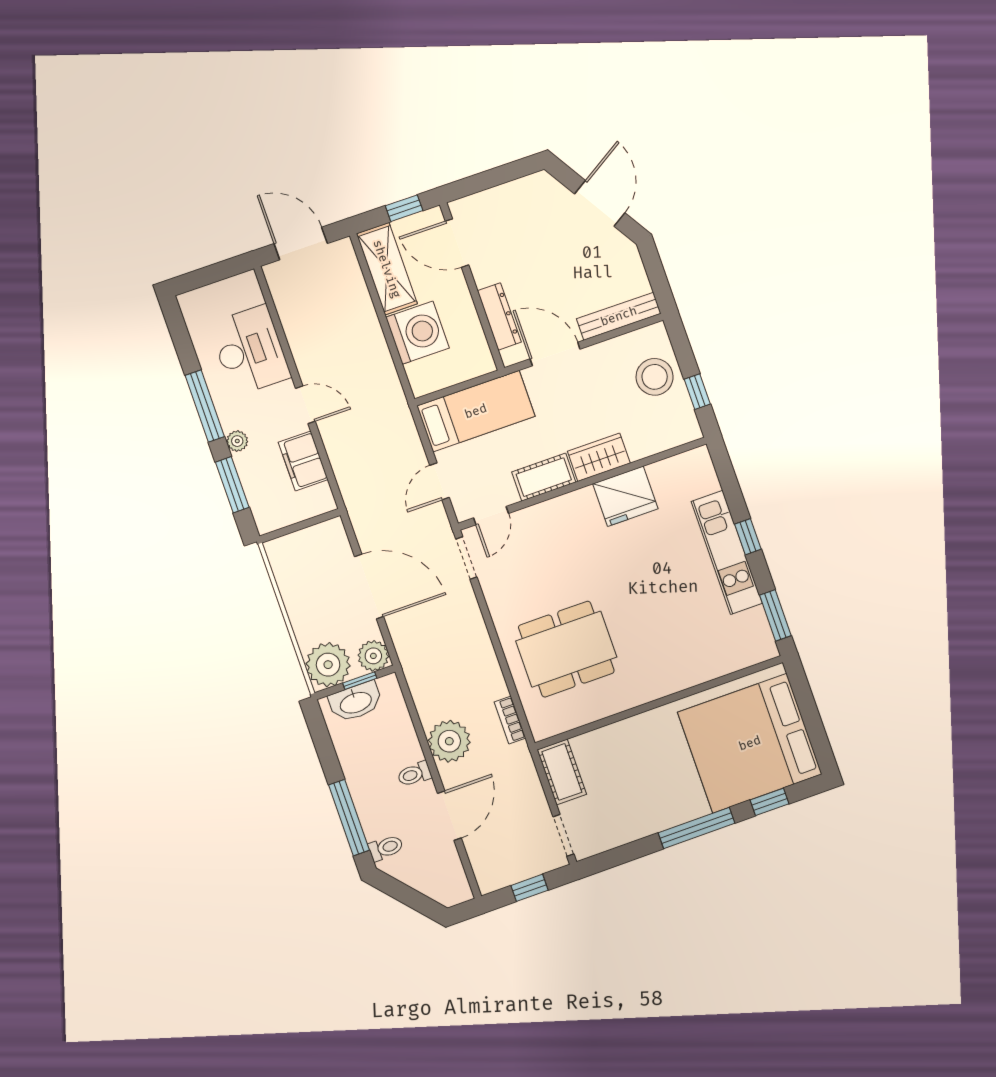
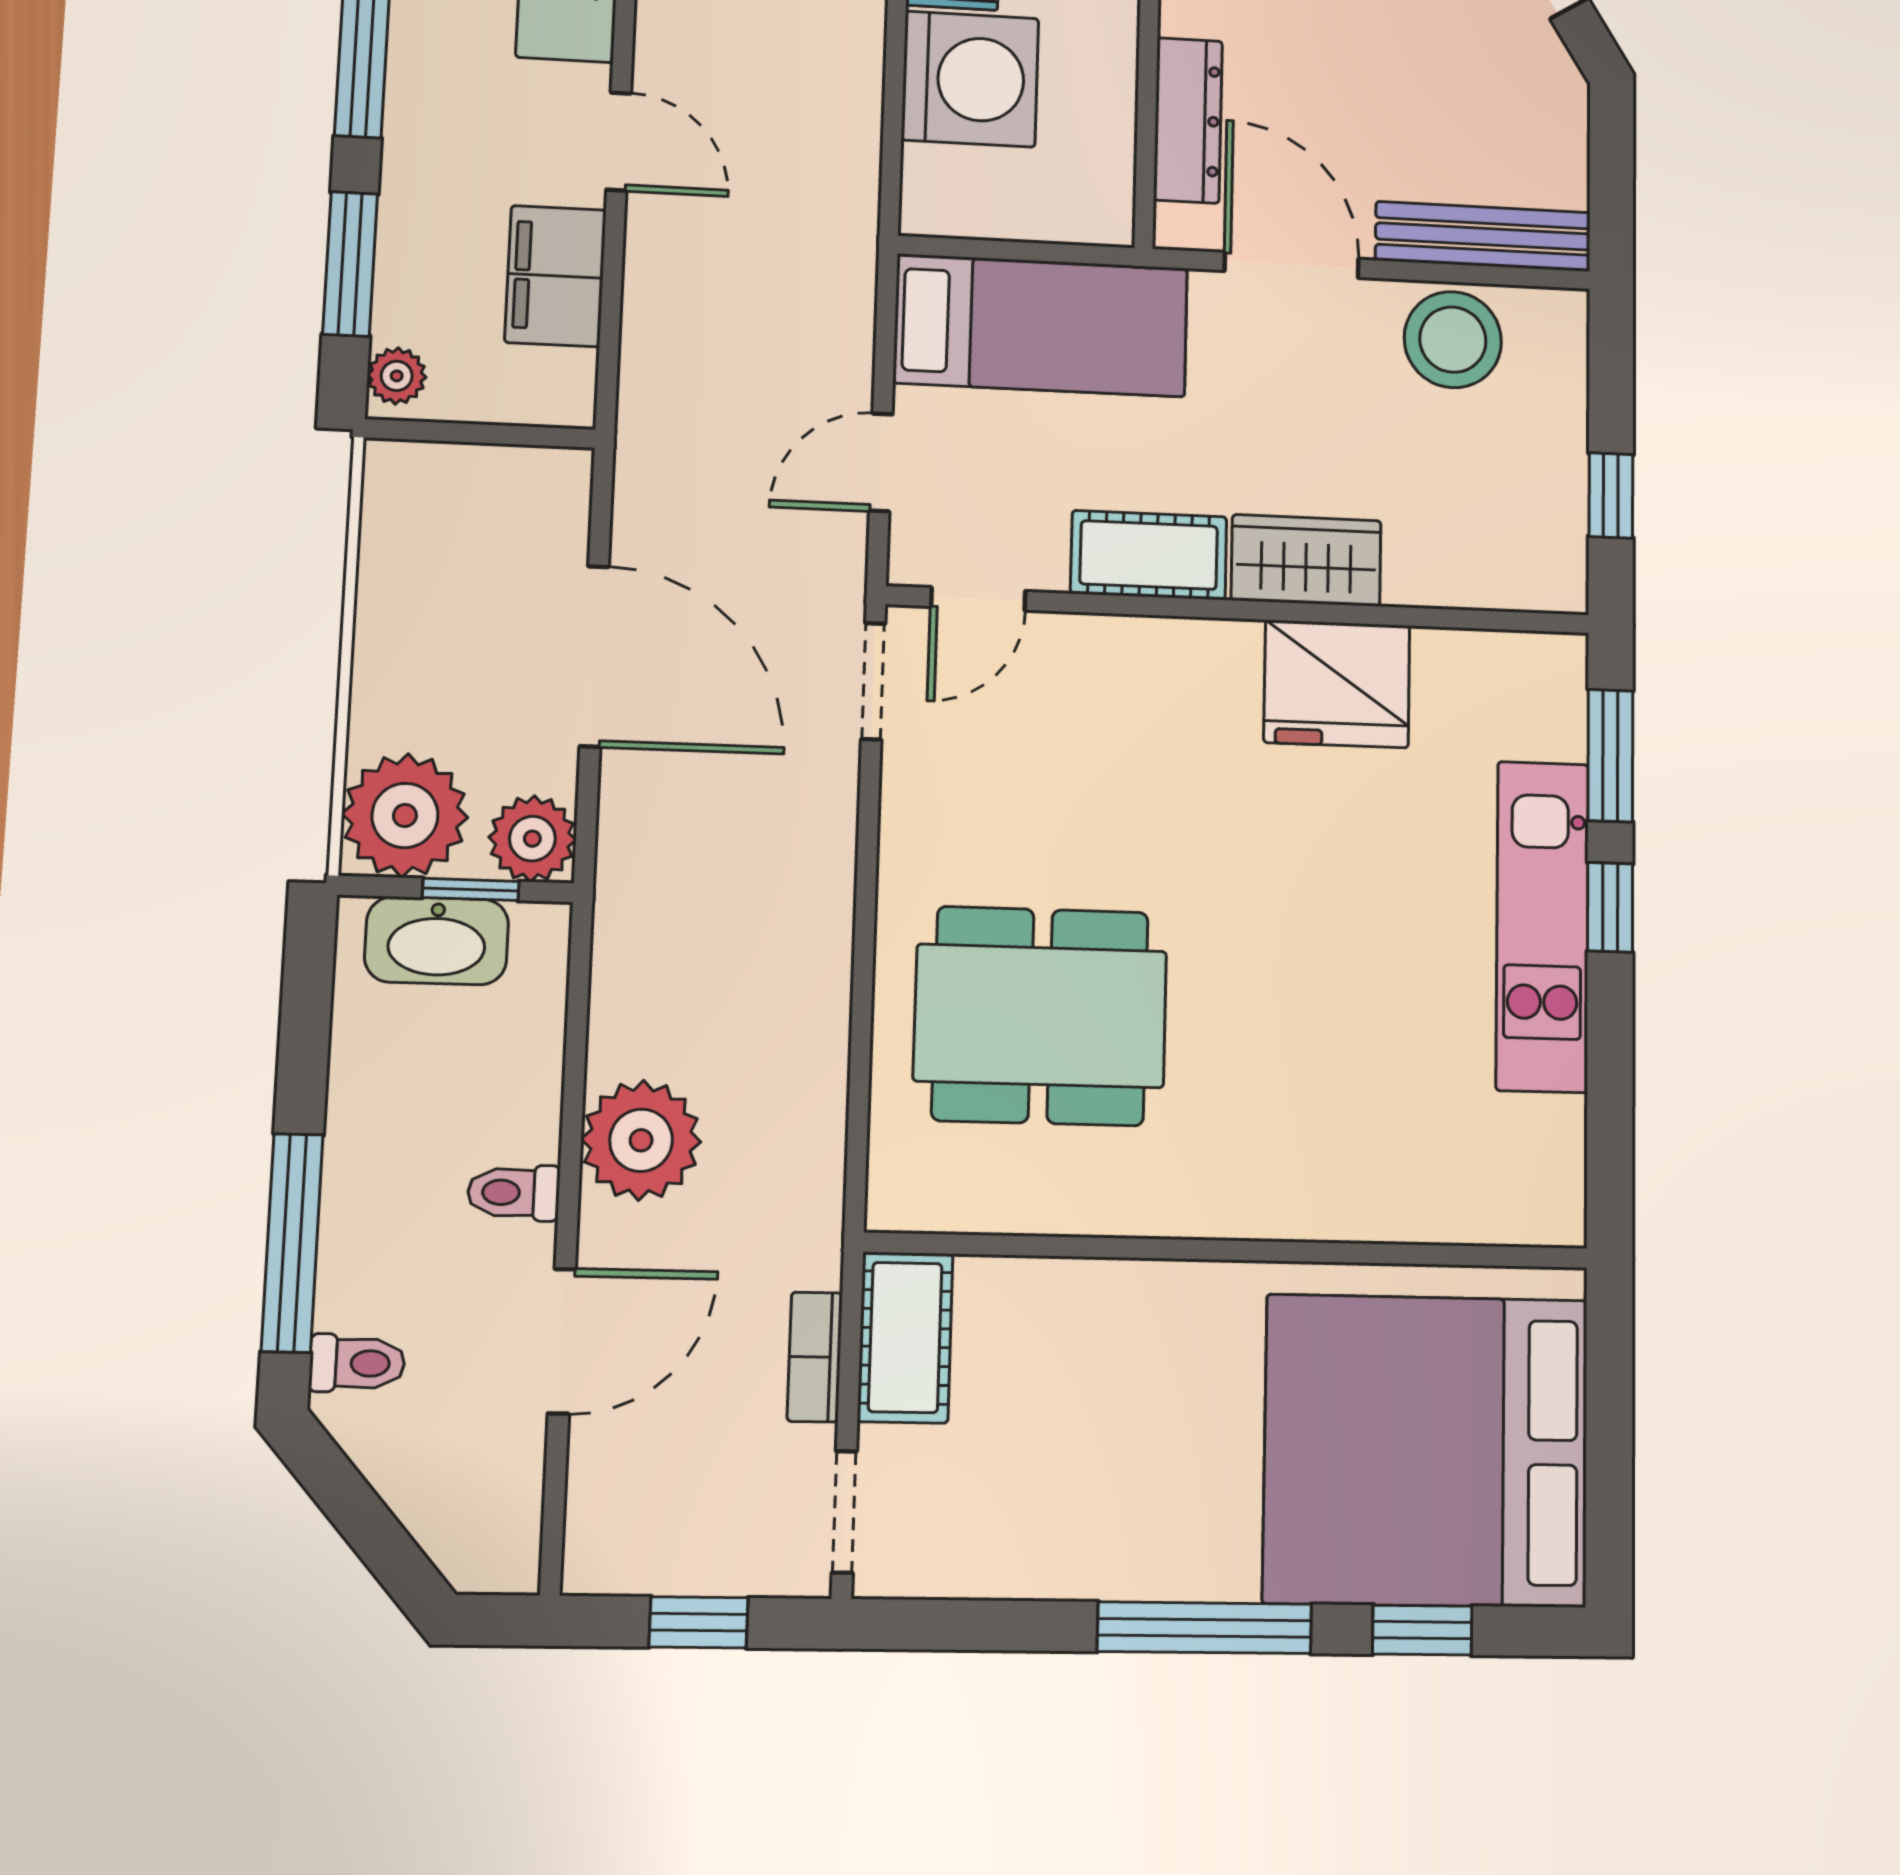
stool: (655, 377) -> (1453, 340), moved
plant: (237, 441) -> (397, 376), moved
window: (775, 615) -> (1610, 756), moved
bookcase: (510, 720) -> (815, 1357), moved

